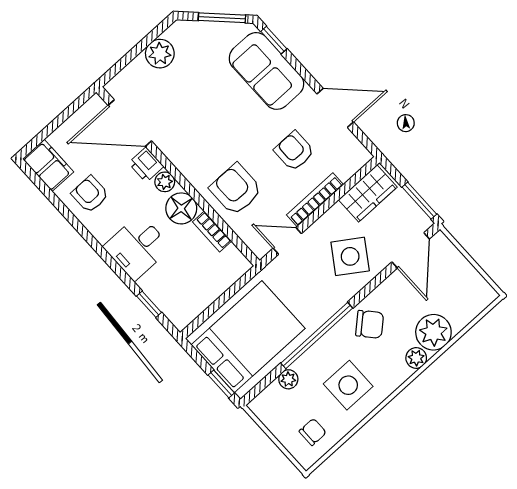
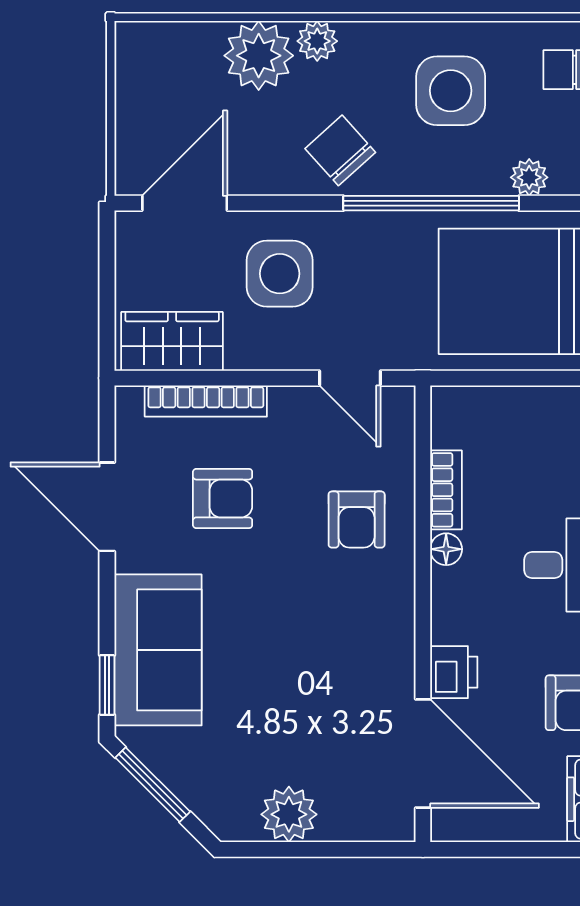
armchair: (294, 151) -> (223, 498), turned -90
plant: (165, 182) -> (449, 623), removed
armchair: (236, 189) -> (357, 520), width x0.72, depth x0.72
bookcase: (315, 200) -> (206, 401), moved
window: (419, 201) -> (107, 264), removed
floor lamp: (181, 208) -> (446, 549), width x0.53, depth x0.53
side table: (350, 256) -> (280, 274), turned -34

